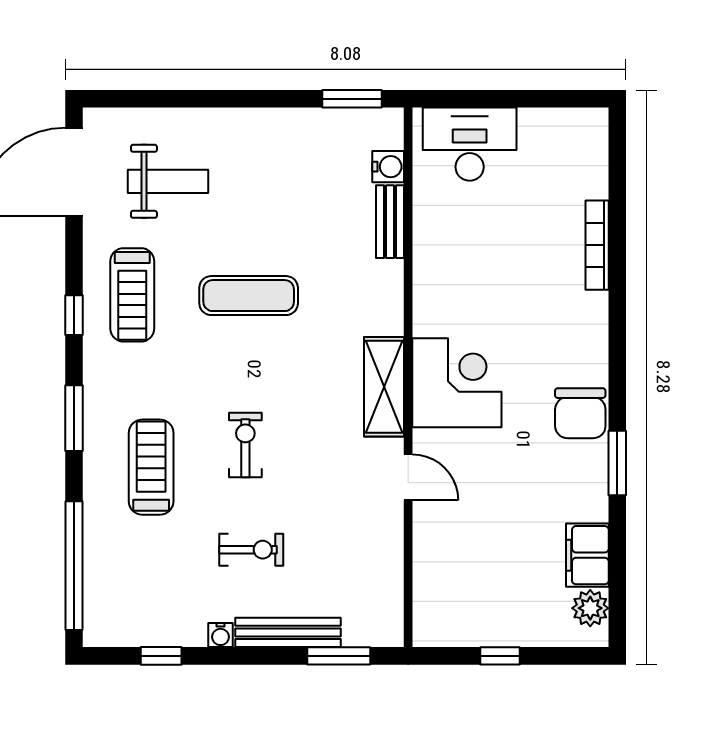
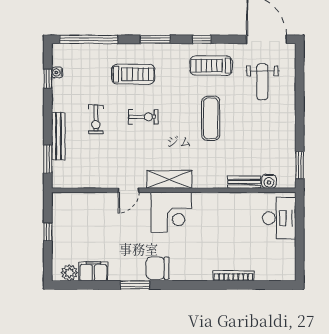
water cooler: (221, 635) -> (57, 73), moved

